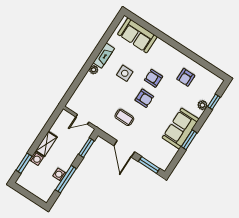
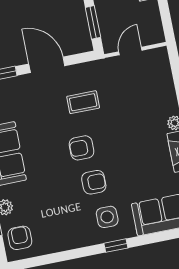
window: (171, 42) -> (116, 246), added
side table: (125, 73) -> (107, 217), moved
armchair: (186, 77) -> (20, 238), moved

